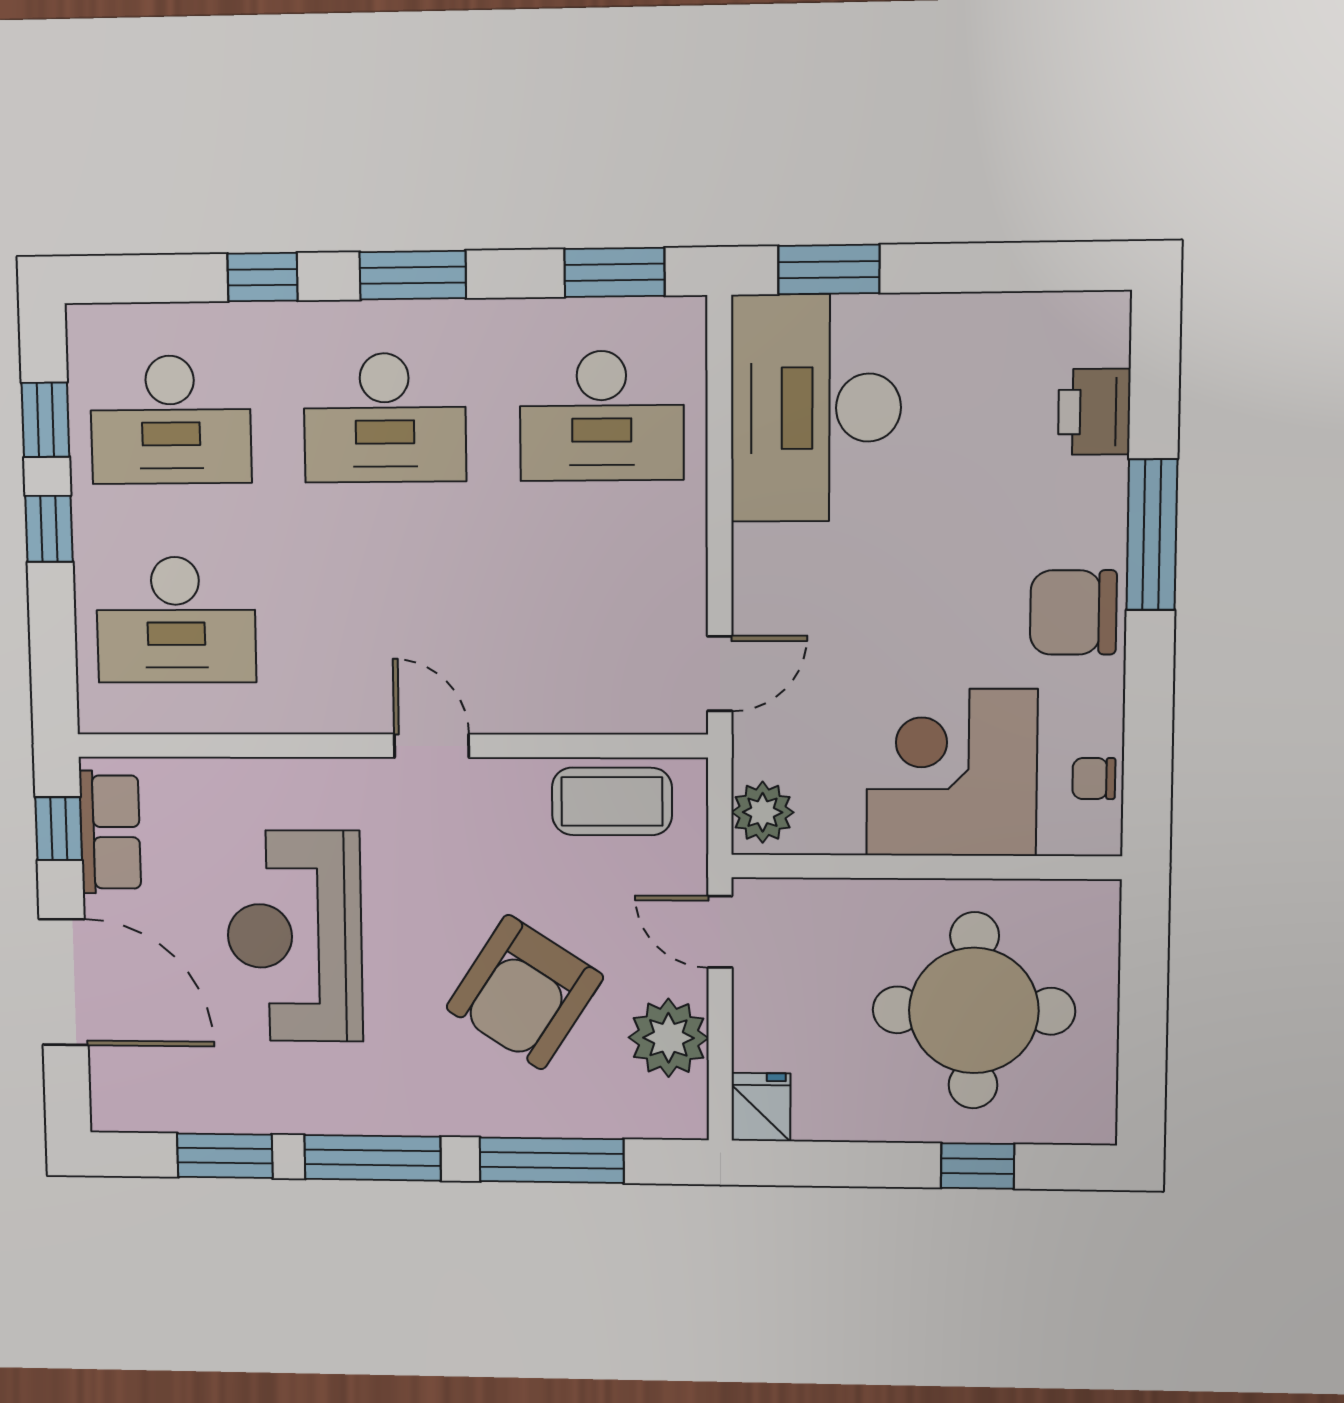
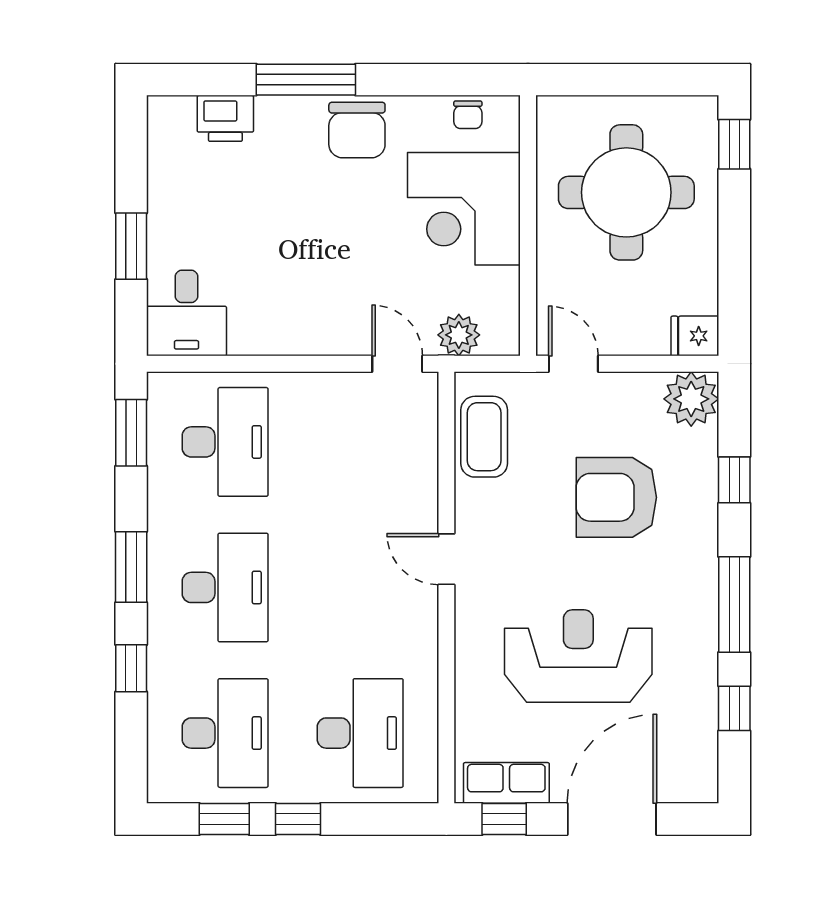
window: (829, 270) -> (131, 246), moved
desk: (816, 408) -> (186, 313), width x0.53, depth x0.77
door: (432, 746) -> (446, 559), hinge flipped
plant: (763, 812) -> (459, 335), moved
door: (720, 932) -> (573, 364), swing flipped
reception desk: (295, 936) -> (578, 656), turned 180
armchair: (525, 992) -> (616, 497), turned 147
plant: (668, 1038) -> (691, 399), moved
window: (225, 1156) -> (734, 708), width x0.67
window: (552, 1160) -> (734, 480), width x0.46
window: (978, 1166) -> (734, 144), moved

